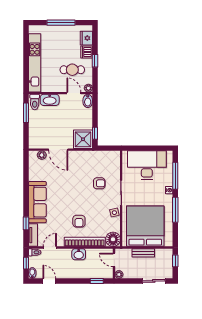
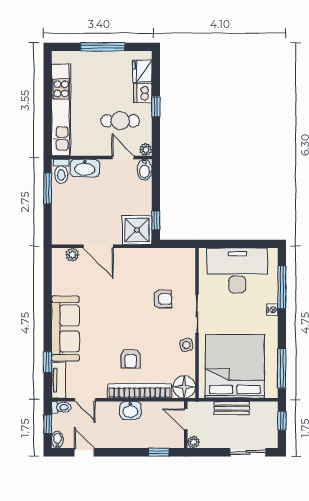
window: (175, 210) -> (282, 368), moved
door: (50, 247) -> (85, 400), swing flipped

